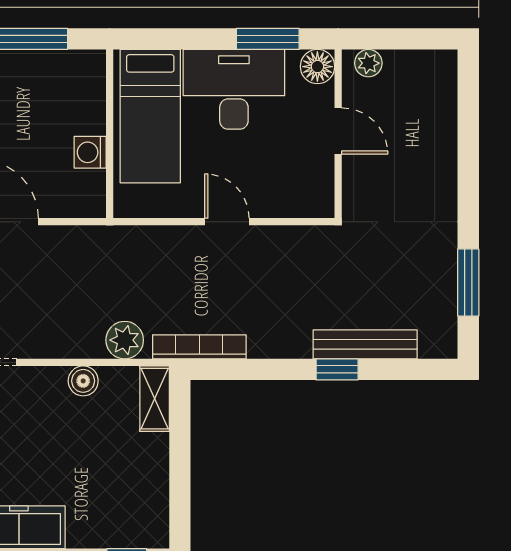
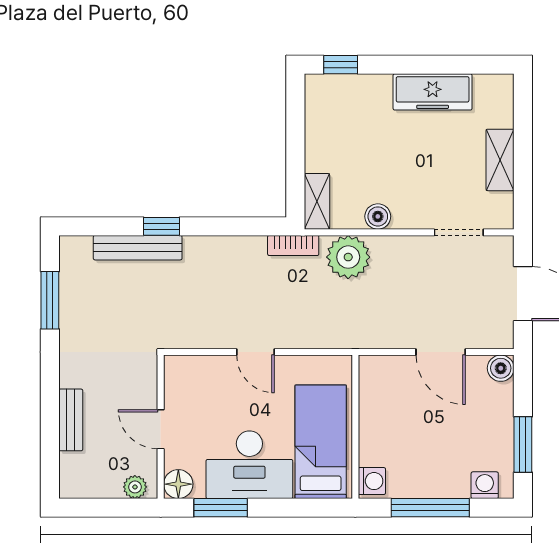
bench: (444, 142) -> (71, 420), added
washing machine: (90, 152) -> (372, 481), moved
plant: (125, 340) -> (348, 257), width x1.36, depth x1.36
bookcase: (199, 347) -> (293, 245), width x0.64

